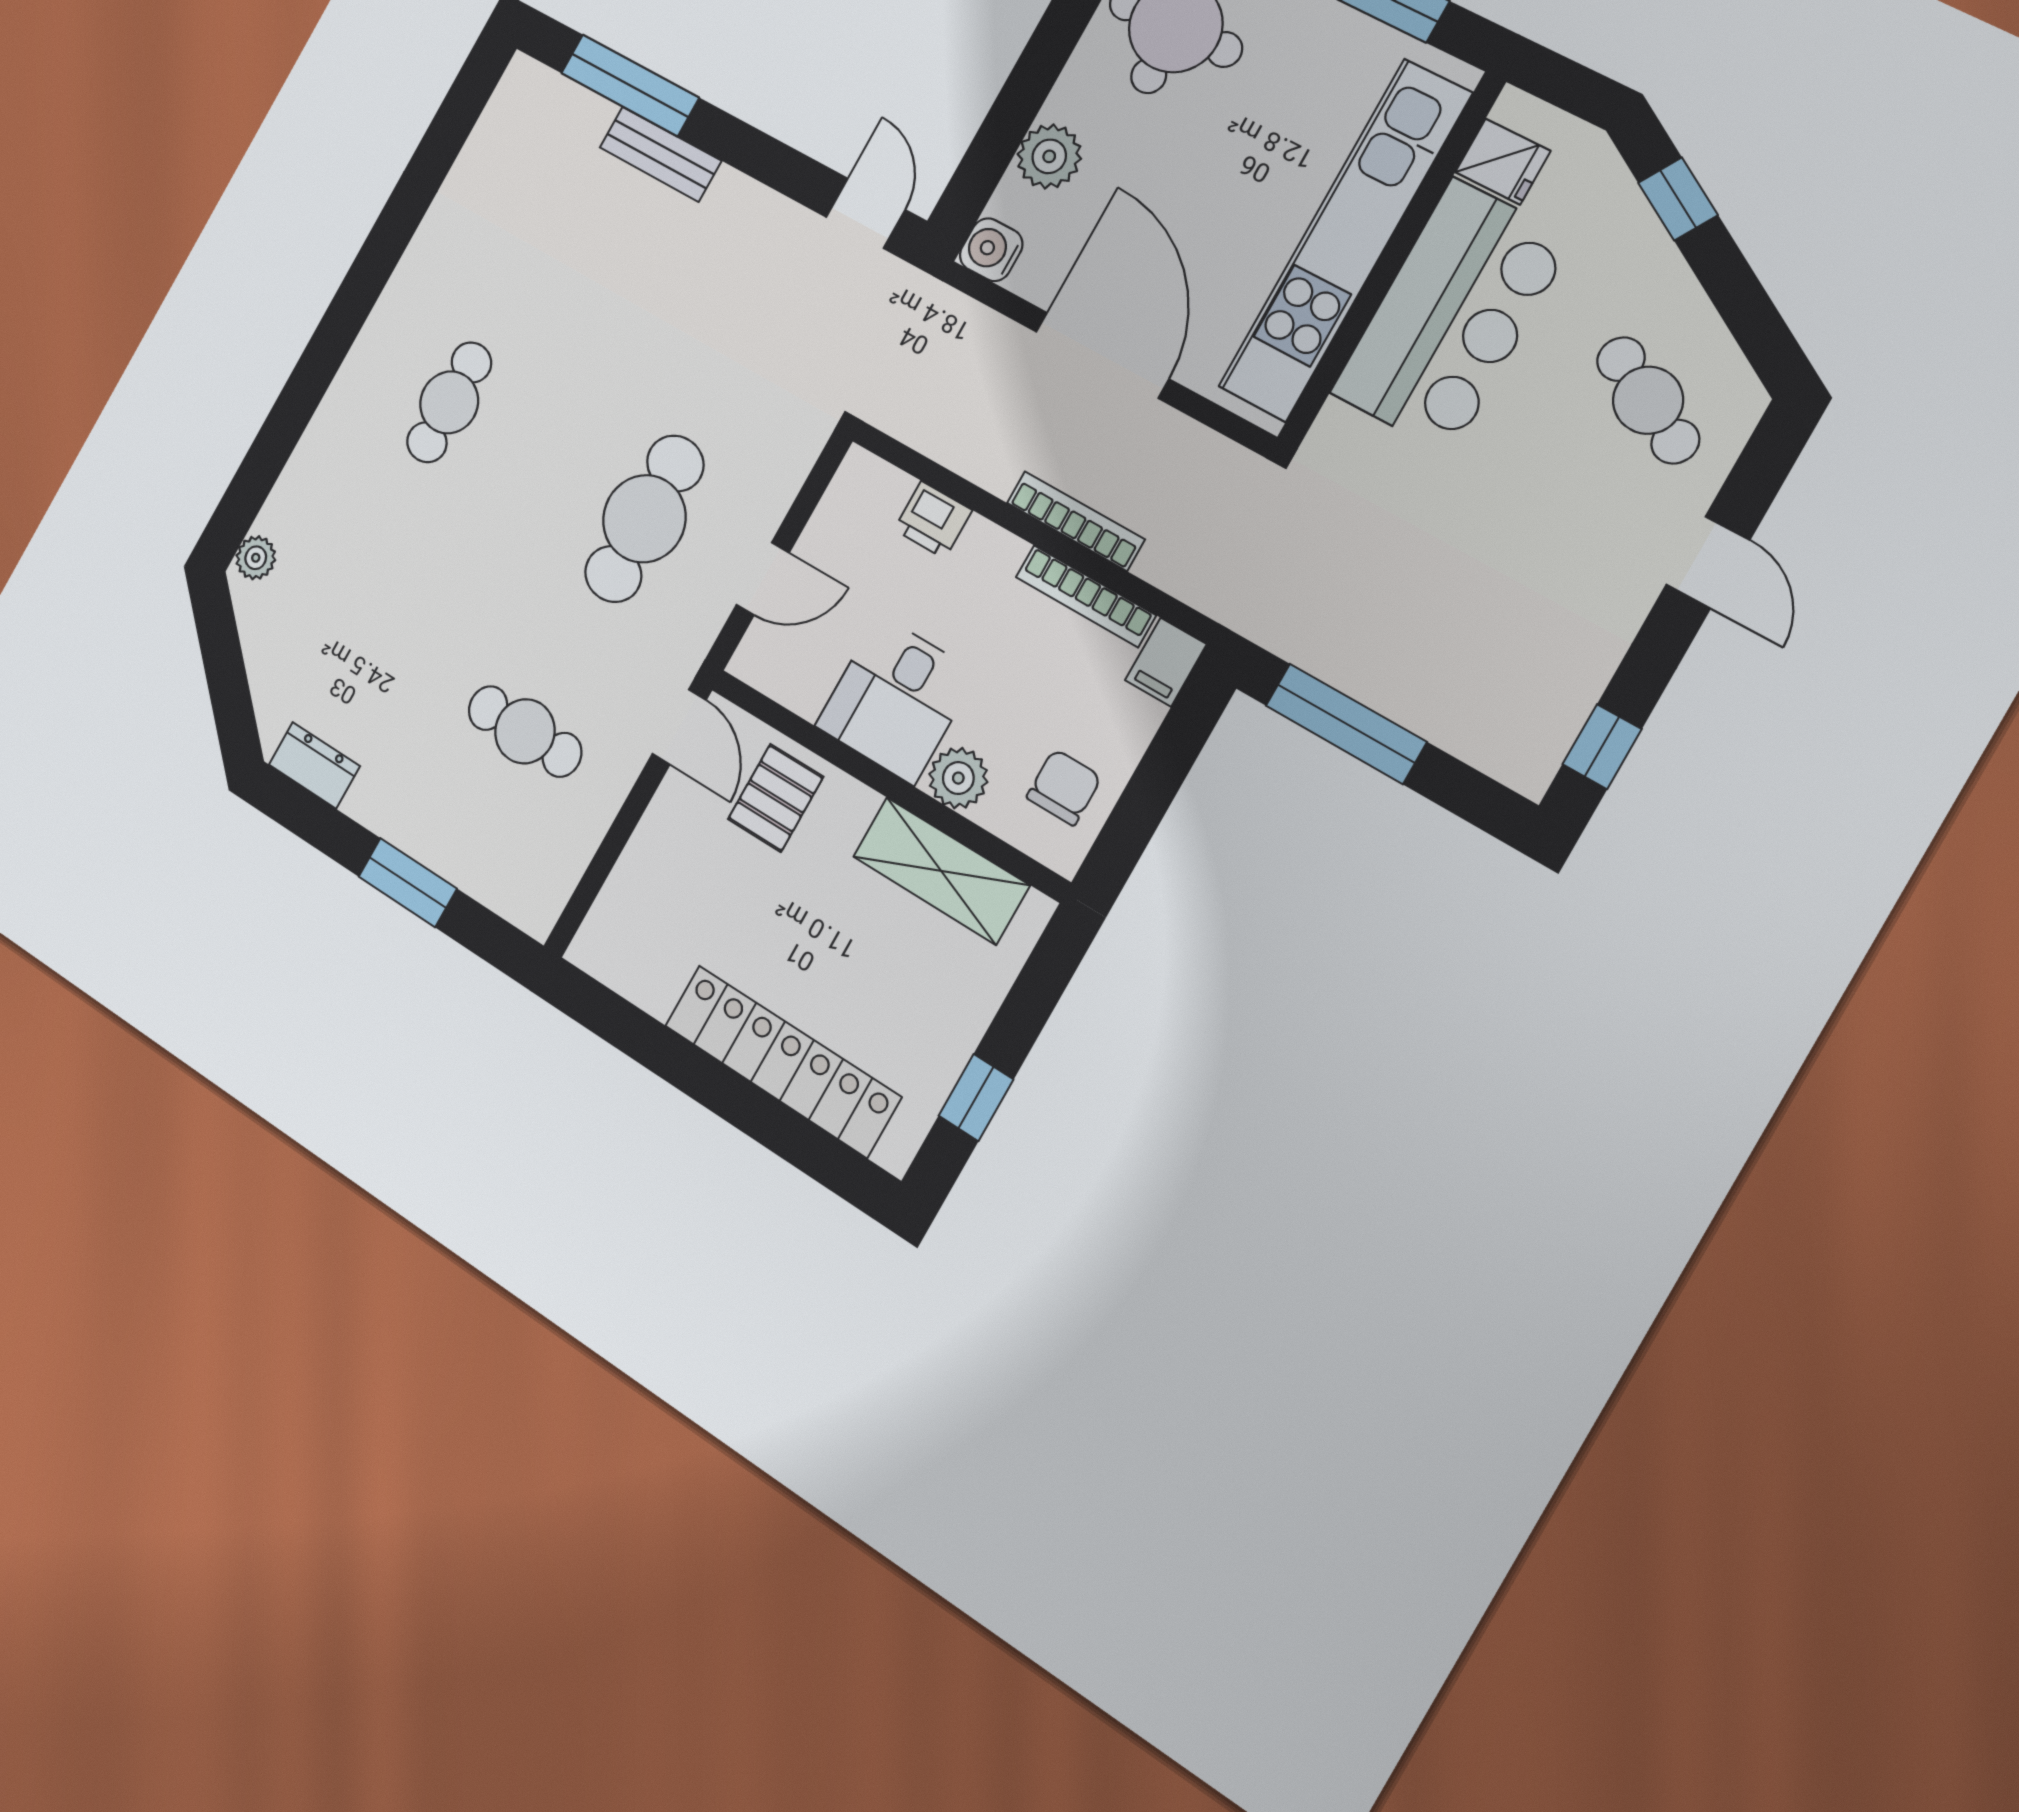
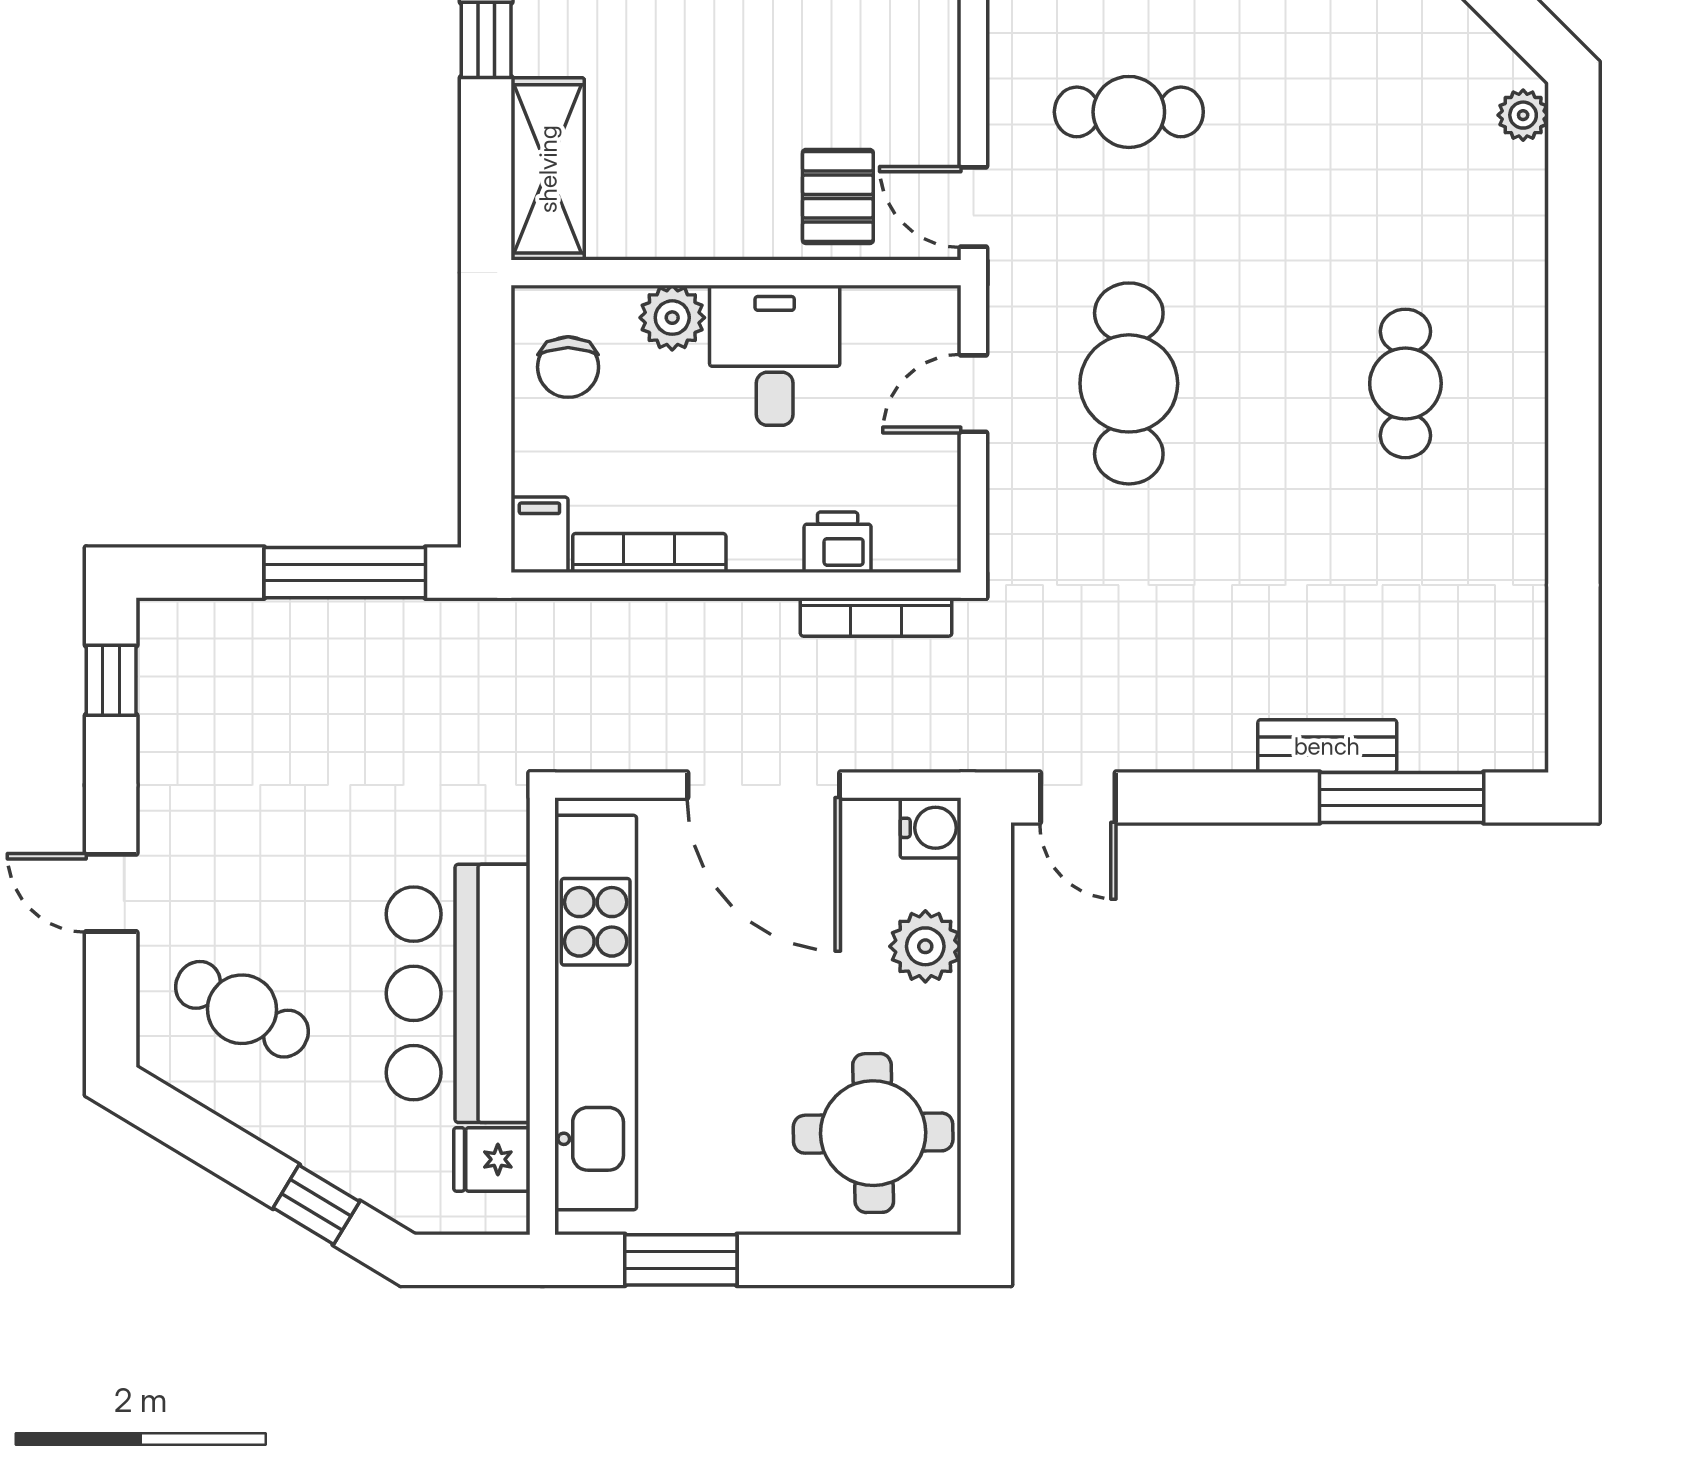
bookcase: (1076, 521) -> (876, 617), moved
shelving: (941, 871) -> (548, 169), moved, turned 90

